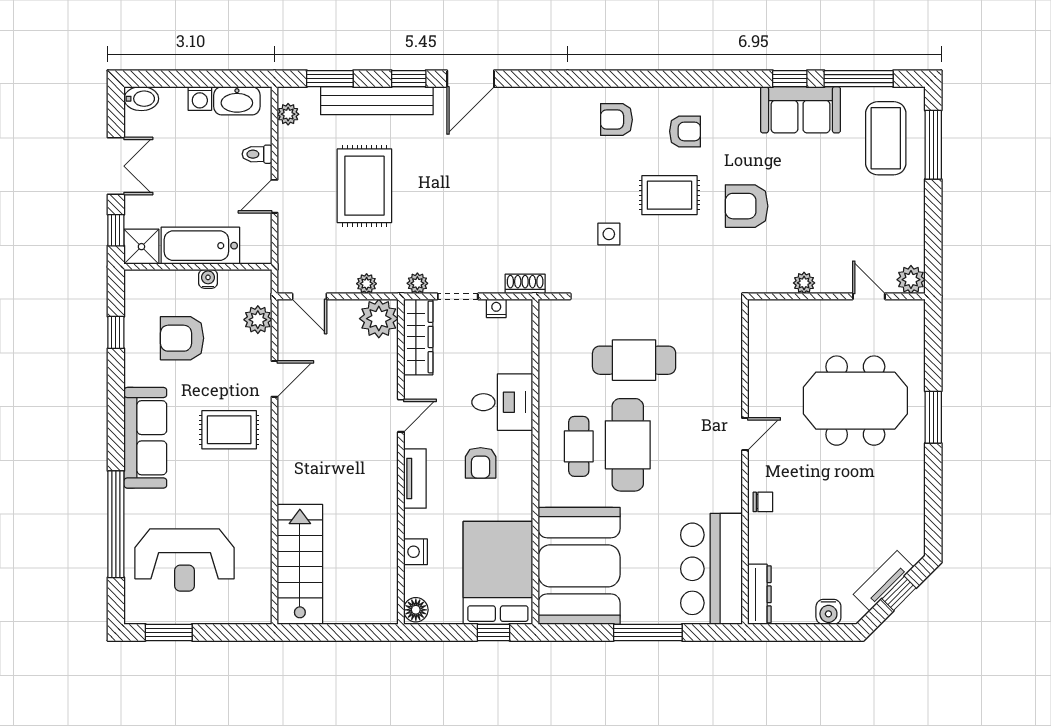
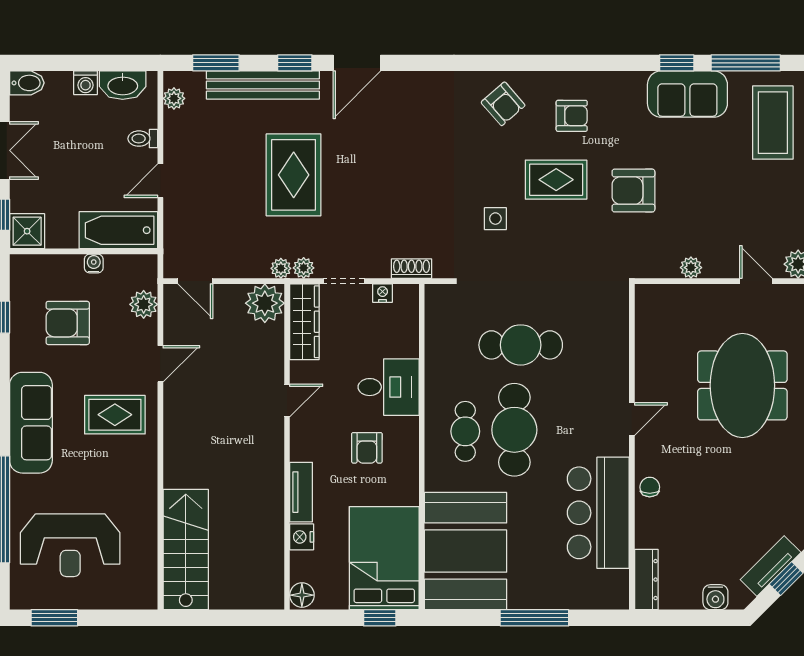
armchair: (617, 120) -> (503, 104), turned -131
rug: (364, 186) -> (294, 175), moved
bathtub: (200, 246) -> (118, 230), moved
plant: (367, 284) -> (281, 268), moved
meeting table: (855, 401) -> (742, 385), turned 90
tv unit: (415, 479) -> (301, 492), moved
chair: (763, 502) -> (650, 487), turned -90
bar counter: (711, 569) -> (598, 513), moved

